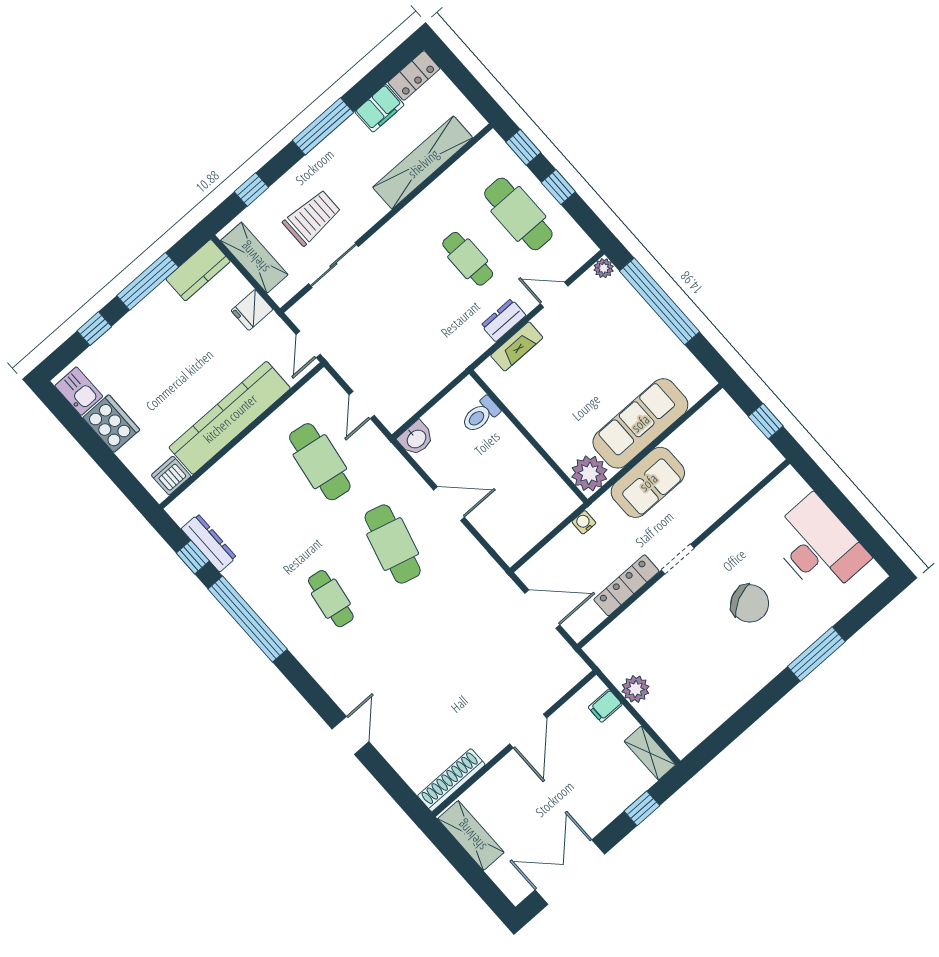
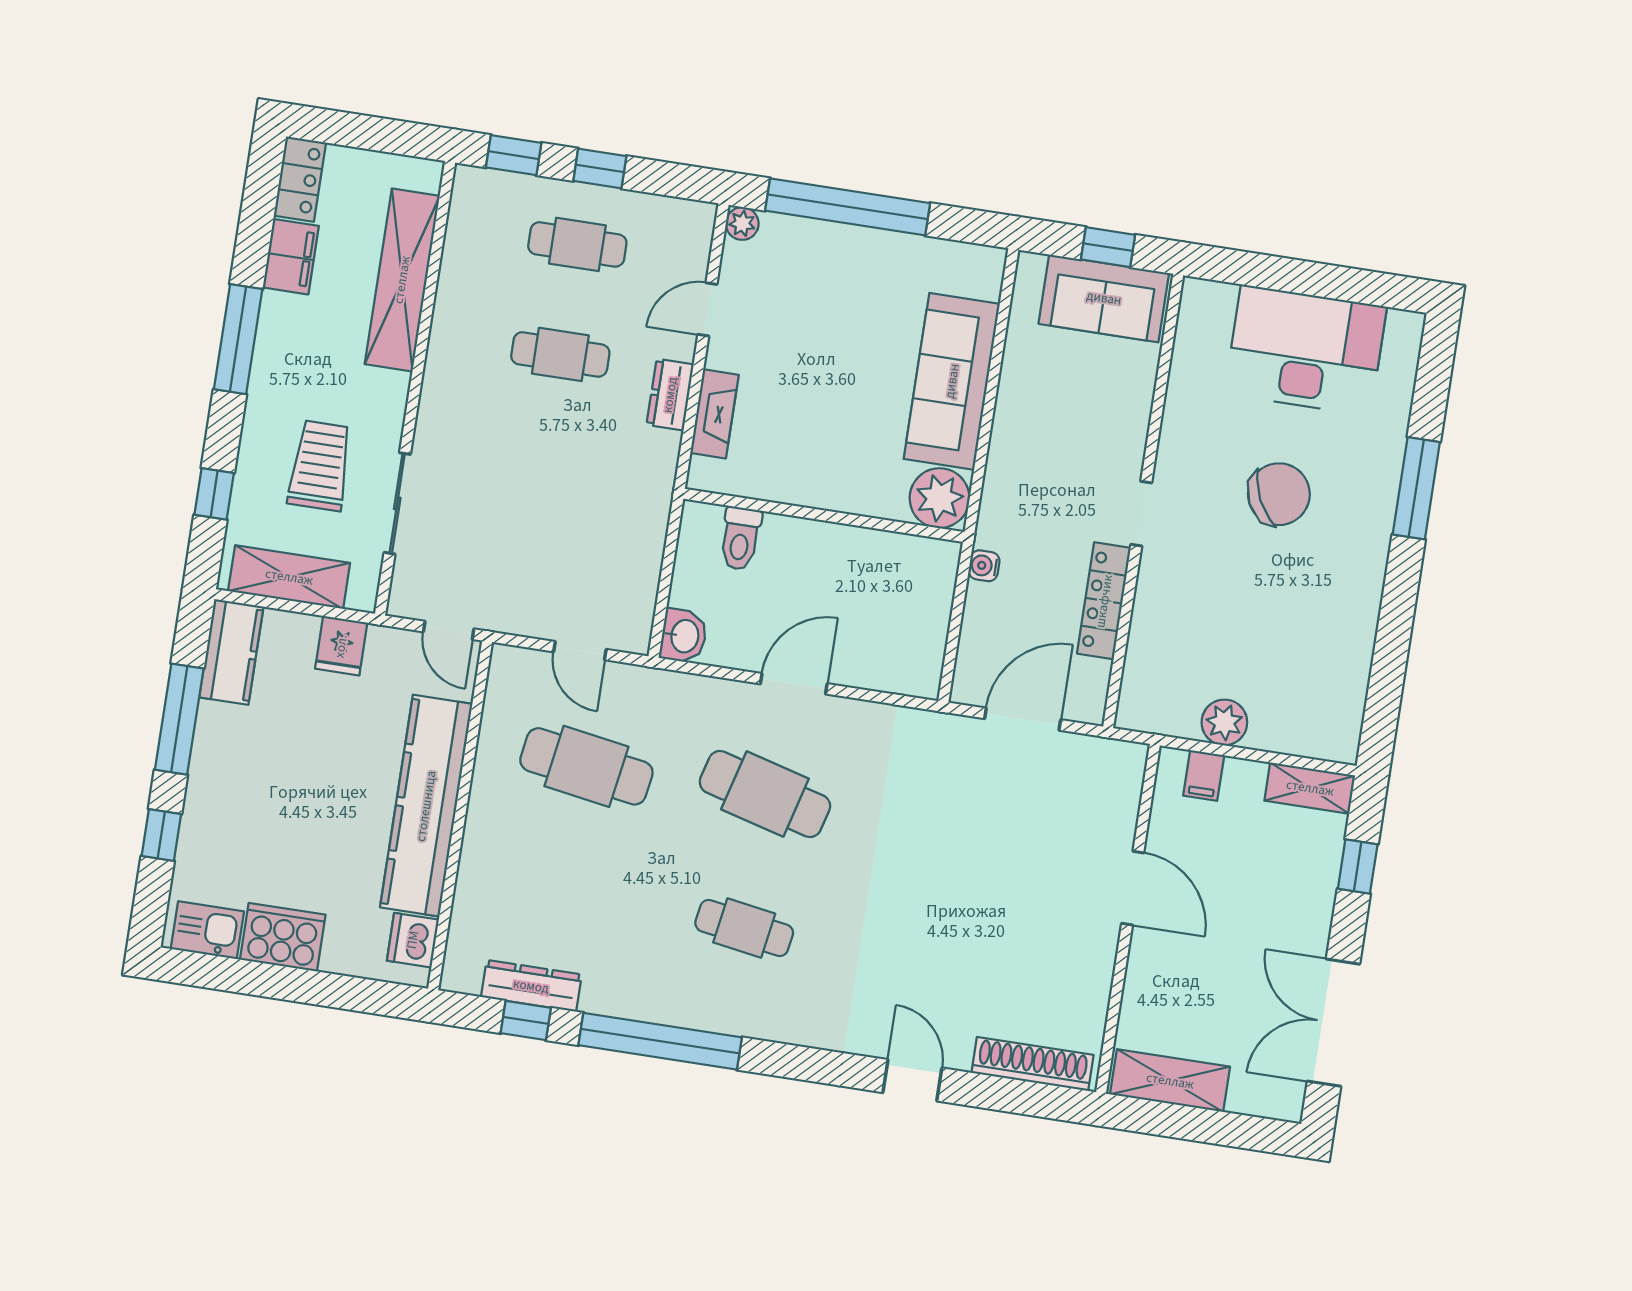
cafe table: (518, 214) -> (577, 244), width x0.73, depth x0.74
sofa: (648, 482) -> (1104, 298), moved, turned 90
shoe rack: (451, 780) -> (1033, 1064), moved, turned 90

